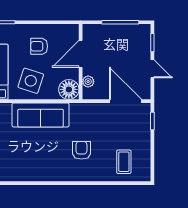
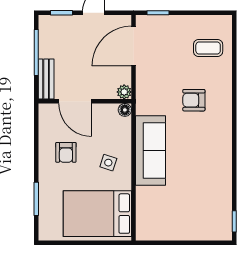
bench: (99, 30) -> (46, 79), added
side table: (31, 81) -> (108, 163), width x0.54, depth x0.54
plant: (88, 82) -> (124, 92), moved
floor lamp: (69, 89) -> (125, 110), width x0.53, depth x0.53

